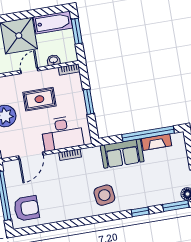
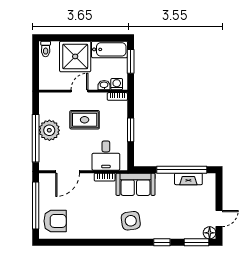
washing machine: (66, 57) -> (117, 84), added
desk: (62, 133) -> (106, 156), width x0.73
sofa: (122, 154) -> (135, 184), moved

